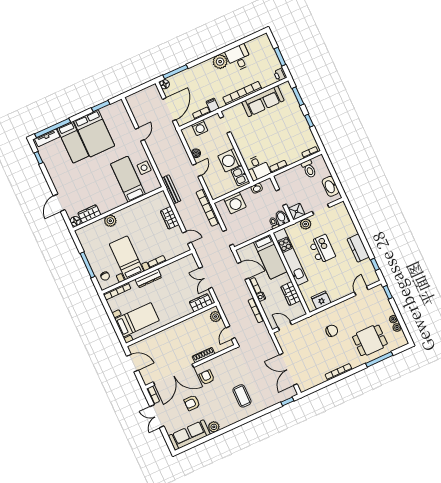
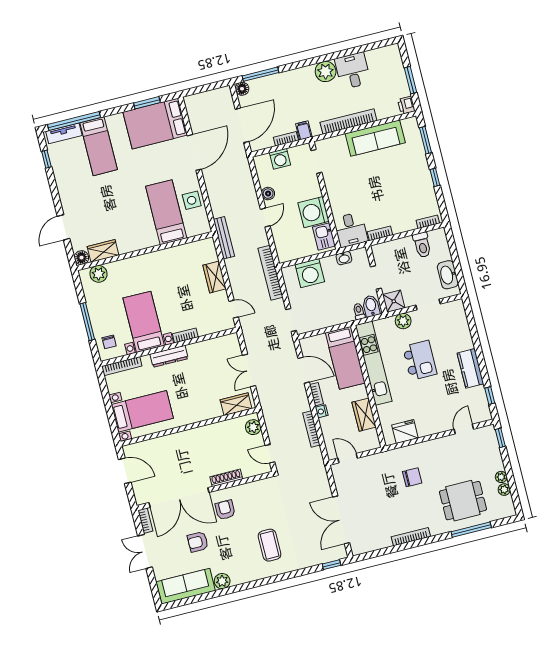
bed: (94, 133) -> (155, 124), moved, turned 90
door: (140, 134) -> (194, 152), width x1.87
plant: (110, 221) -> (98, 274), moved
door: (231, 333) -> (270, 454), hinge flipped

